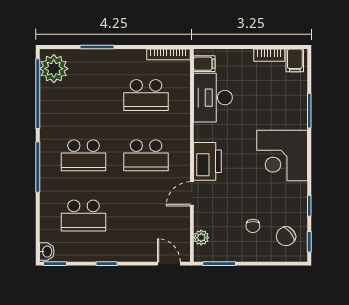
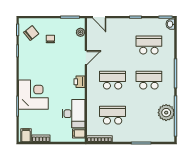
plant: (54, 69) -> (166, 113), moved
corner desk: (282, 156) -> (33, 95), moved
printer: (207, 161) -> (79, 82), width x0.53, depth x0.68

